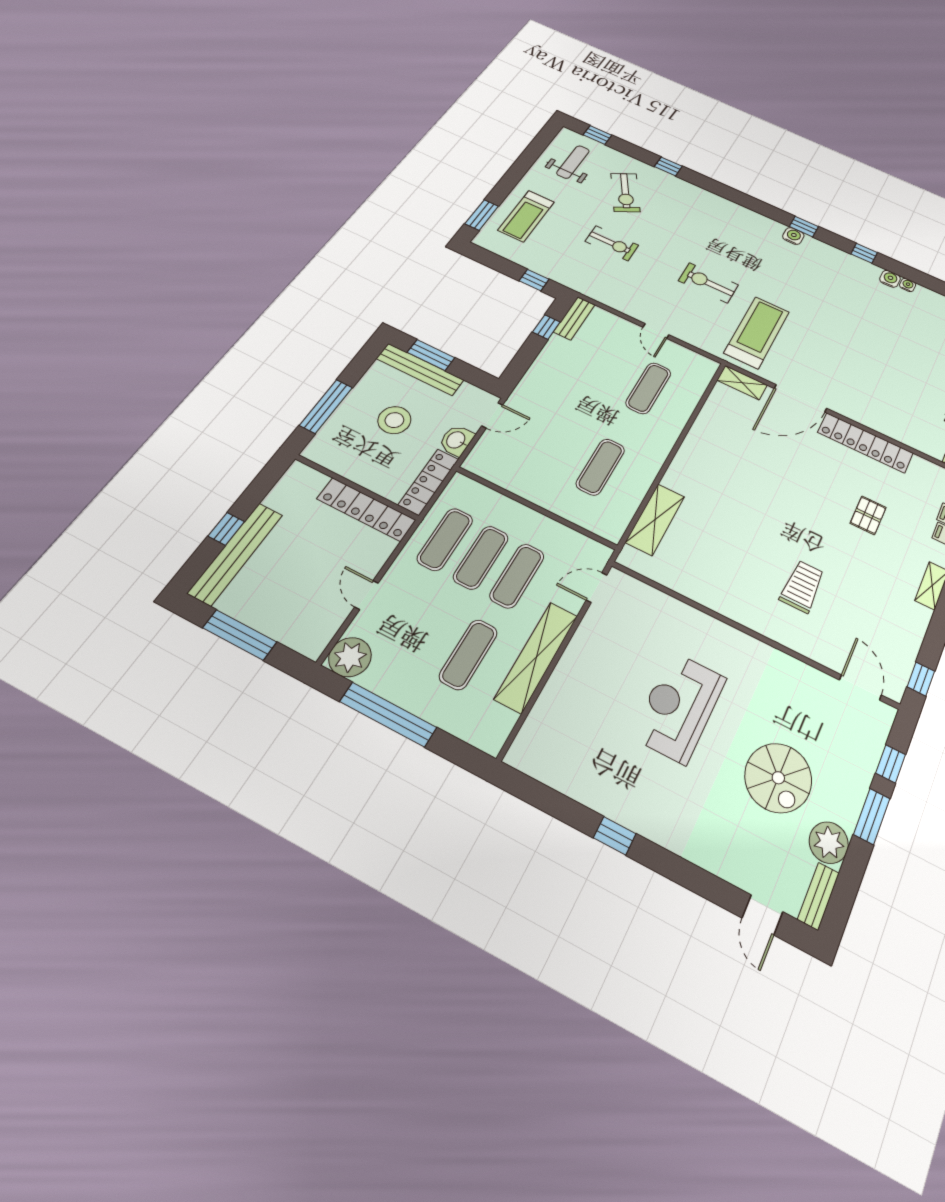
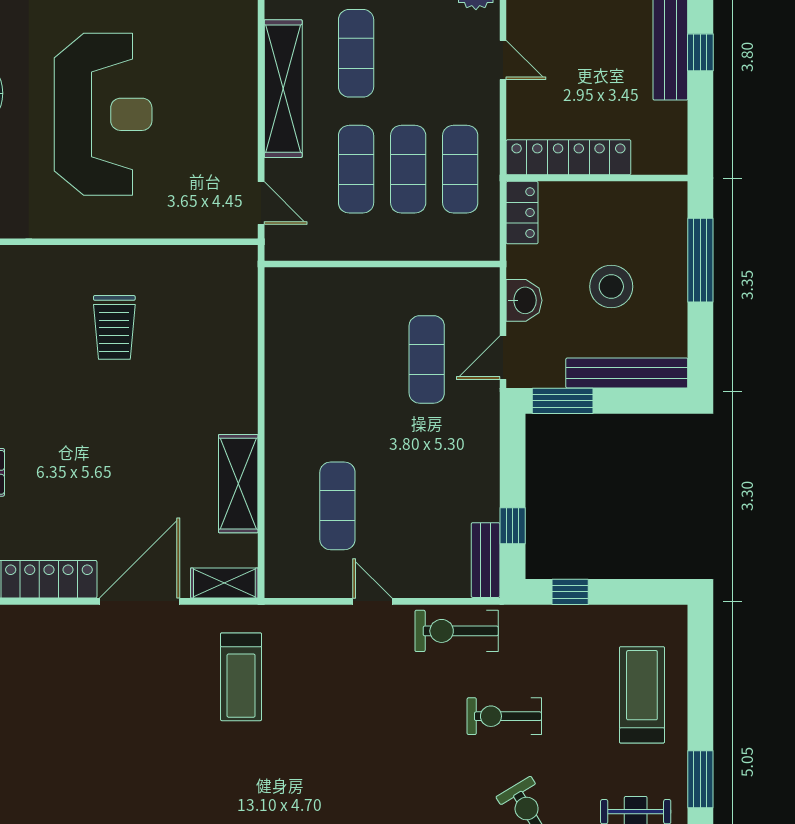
window: (482, 215) -> (700, 779), moved
exercise bike: (708, 283) -> (457, 631), moved, turned 180
treadmill: (757, 332) -> (241, 677), width x0.73, depth x0.73
window: (431, 355) -> (563, 401), moved
exercise mat: (600, 467) -> (427, 359), moved
locker: (429, 482) -> (522, 213), width x0.66
shelving: (655, 519) -> (238, 484), moved
trolley: (802, 586) -> (114, 327), moved
door: (597, 587) -> (261, 203), hinge flipped
reception desk: (679, 707) -> (103, 114), width x1.36, depth x1.30

